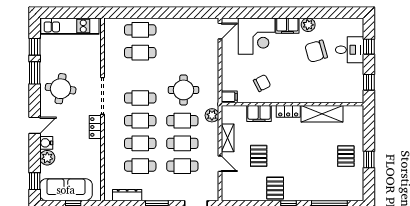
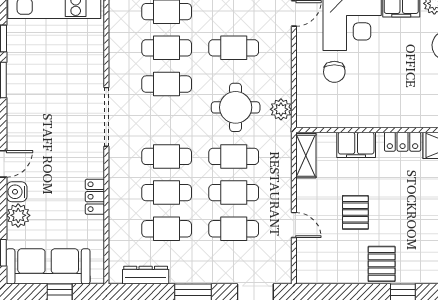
cafe table: (182, 53) -> (234, 48), added
chair: (262, 83) -> (334, 72), moved, turned 117
round table: (61, 89) -> (39, 105), removed
filing cabinet: (229, 97) -> (309, 118), removed
cafe table: (140, 98) -> (167, 84), moved
plant: (212, 115) -> (281, 109), moved
locker: (95, 127) -> (95, 197), moved
shelving: (228, 138) -> (306, 156), moved

